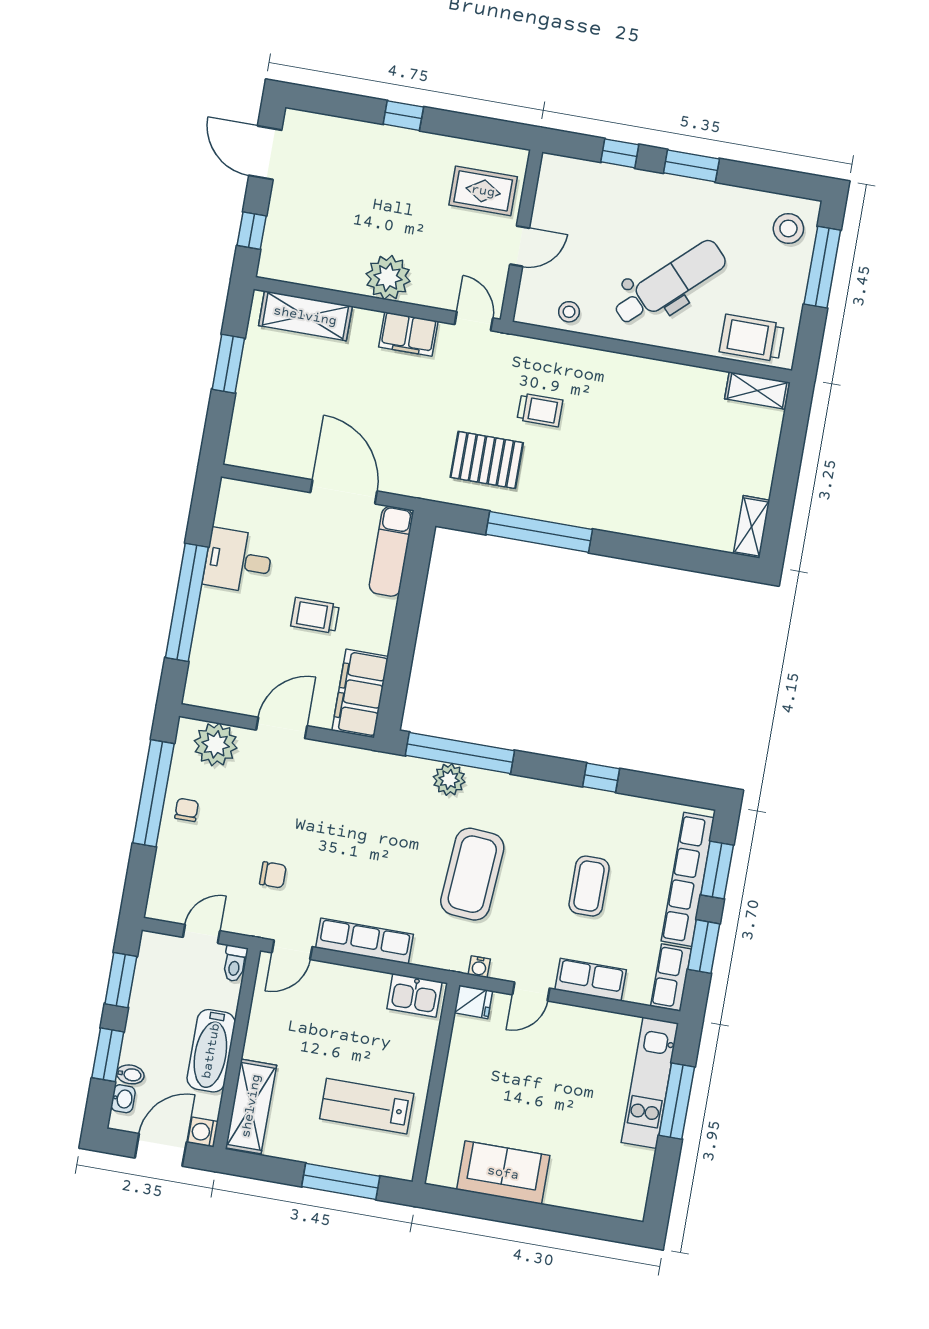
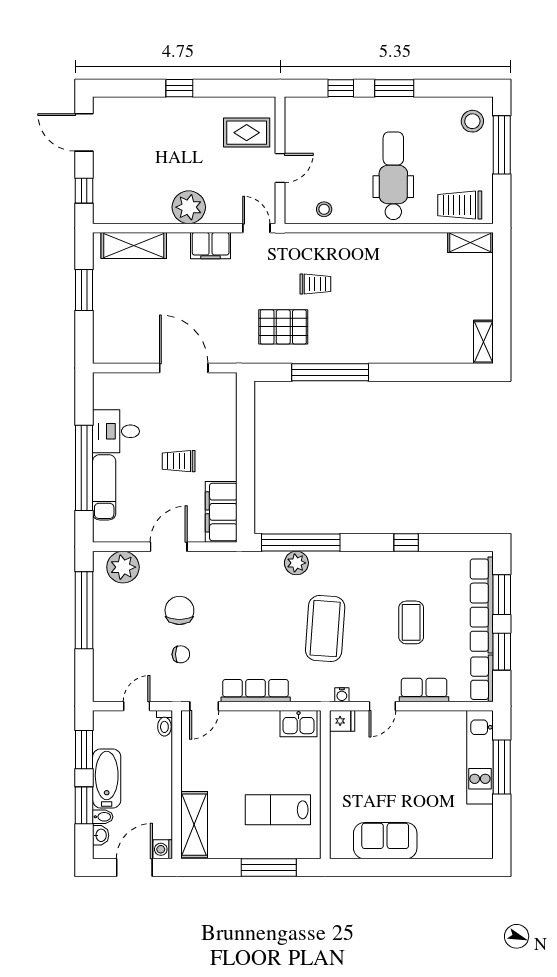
dental chair: (670, 283) -> (393, 176), turned -47
exam couch: (391, 551) -> (104, 487), moved, turned 180
chair: (187, 810) -> (179, 610), moved, width x1.87, depth x1.87
bathtub: (211, 1051) -> (107, 778), moved, turned 180

